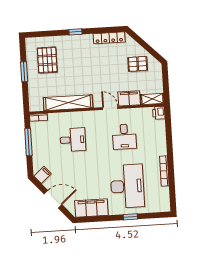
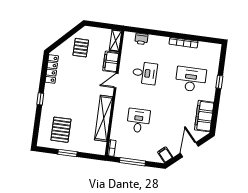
pallet: (47, 60) -> (61, 130), turned 90
printer: (159, 113) -> (141, 39), moved
desk: (127, 186) -> (191, 79), width x0.73, depth x0.77

